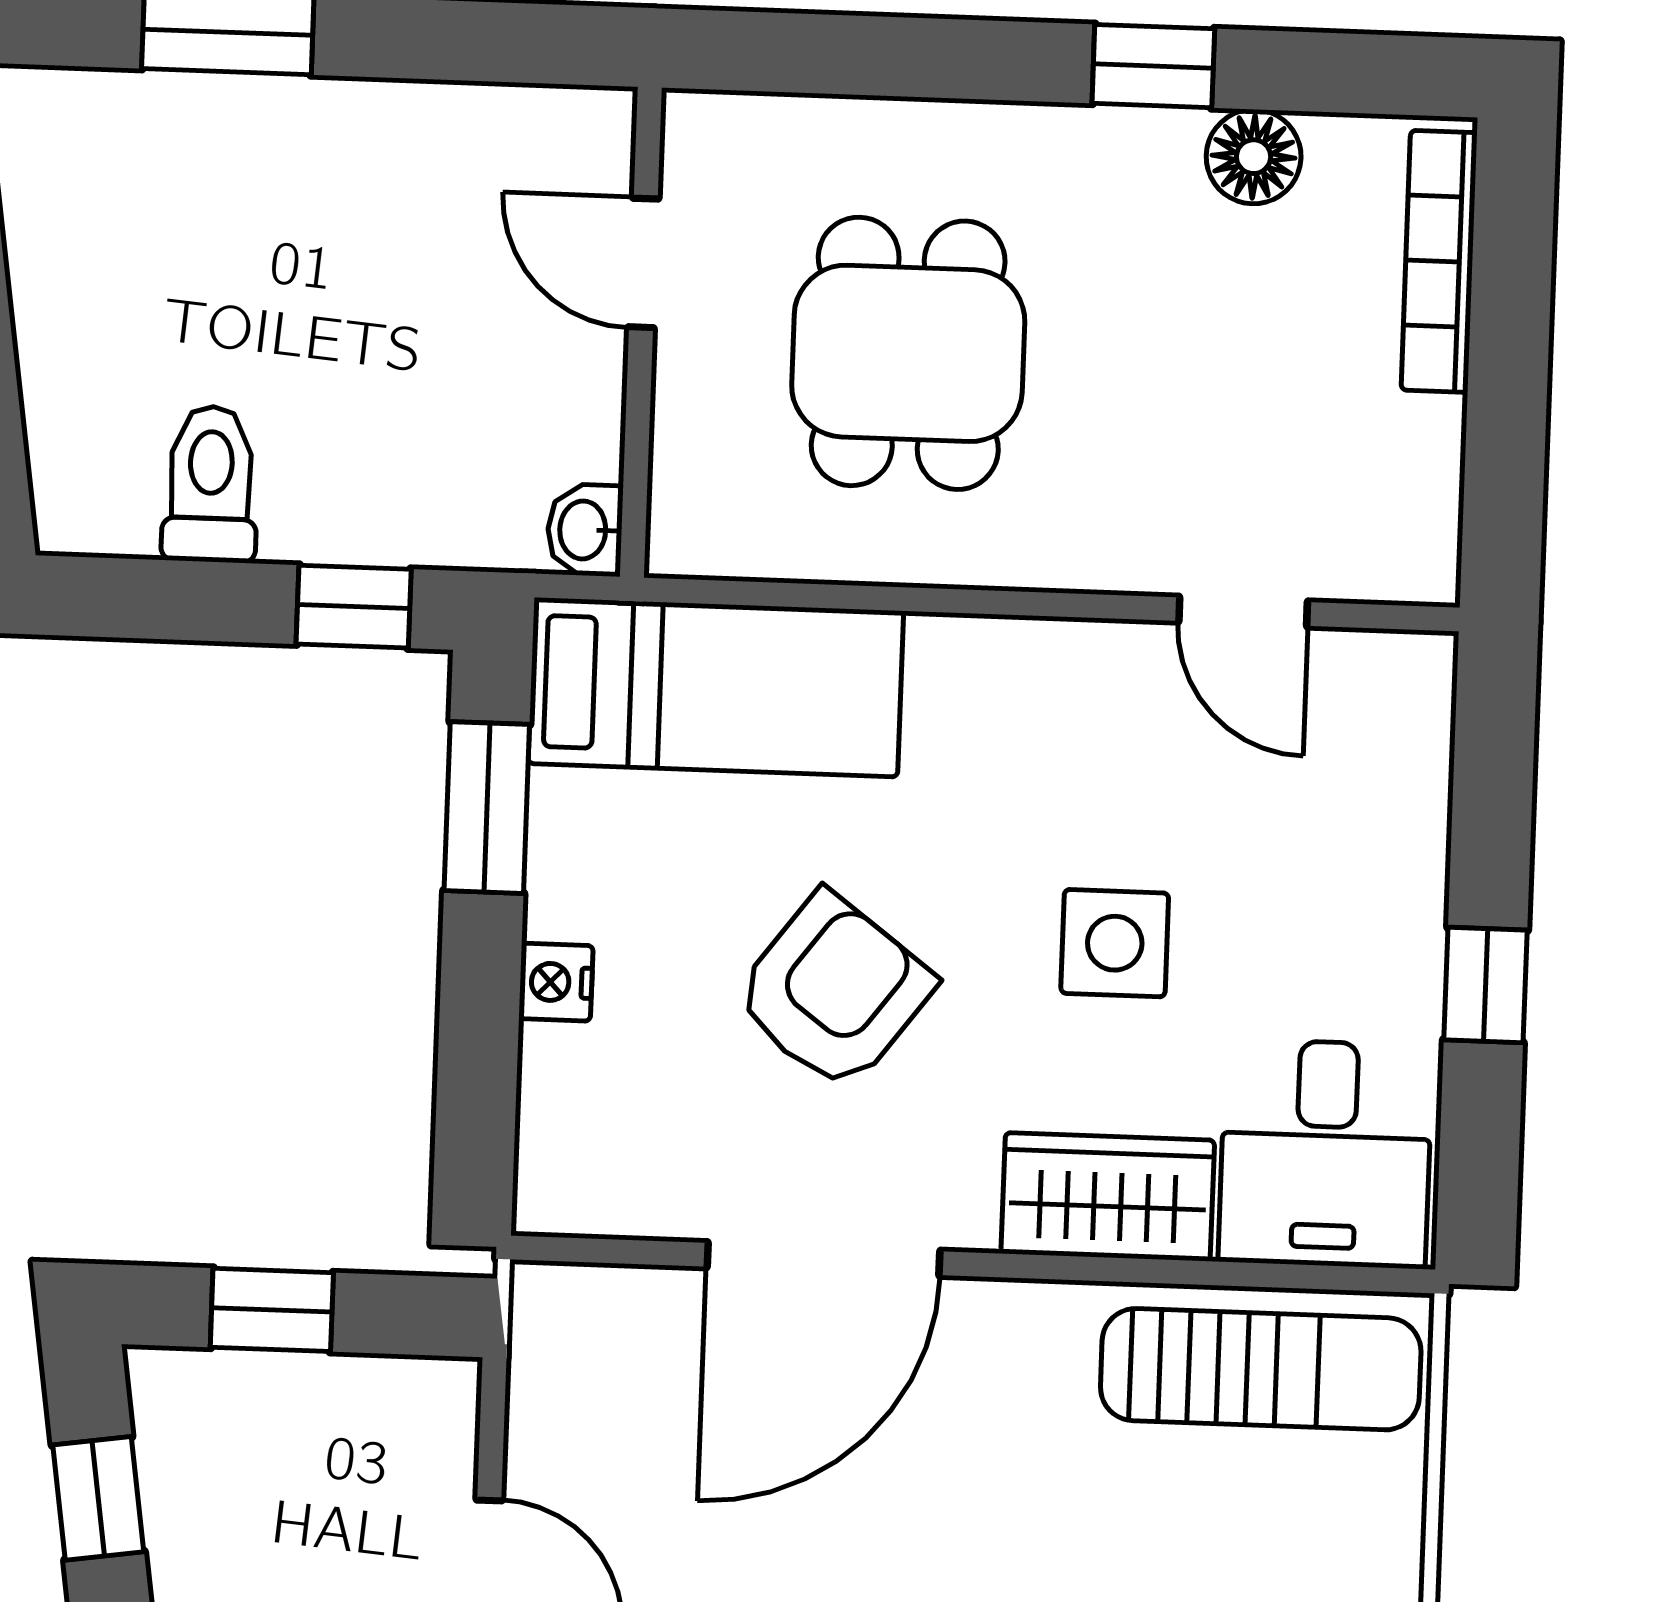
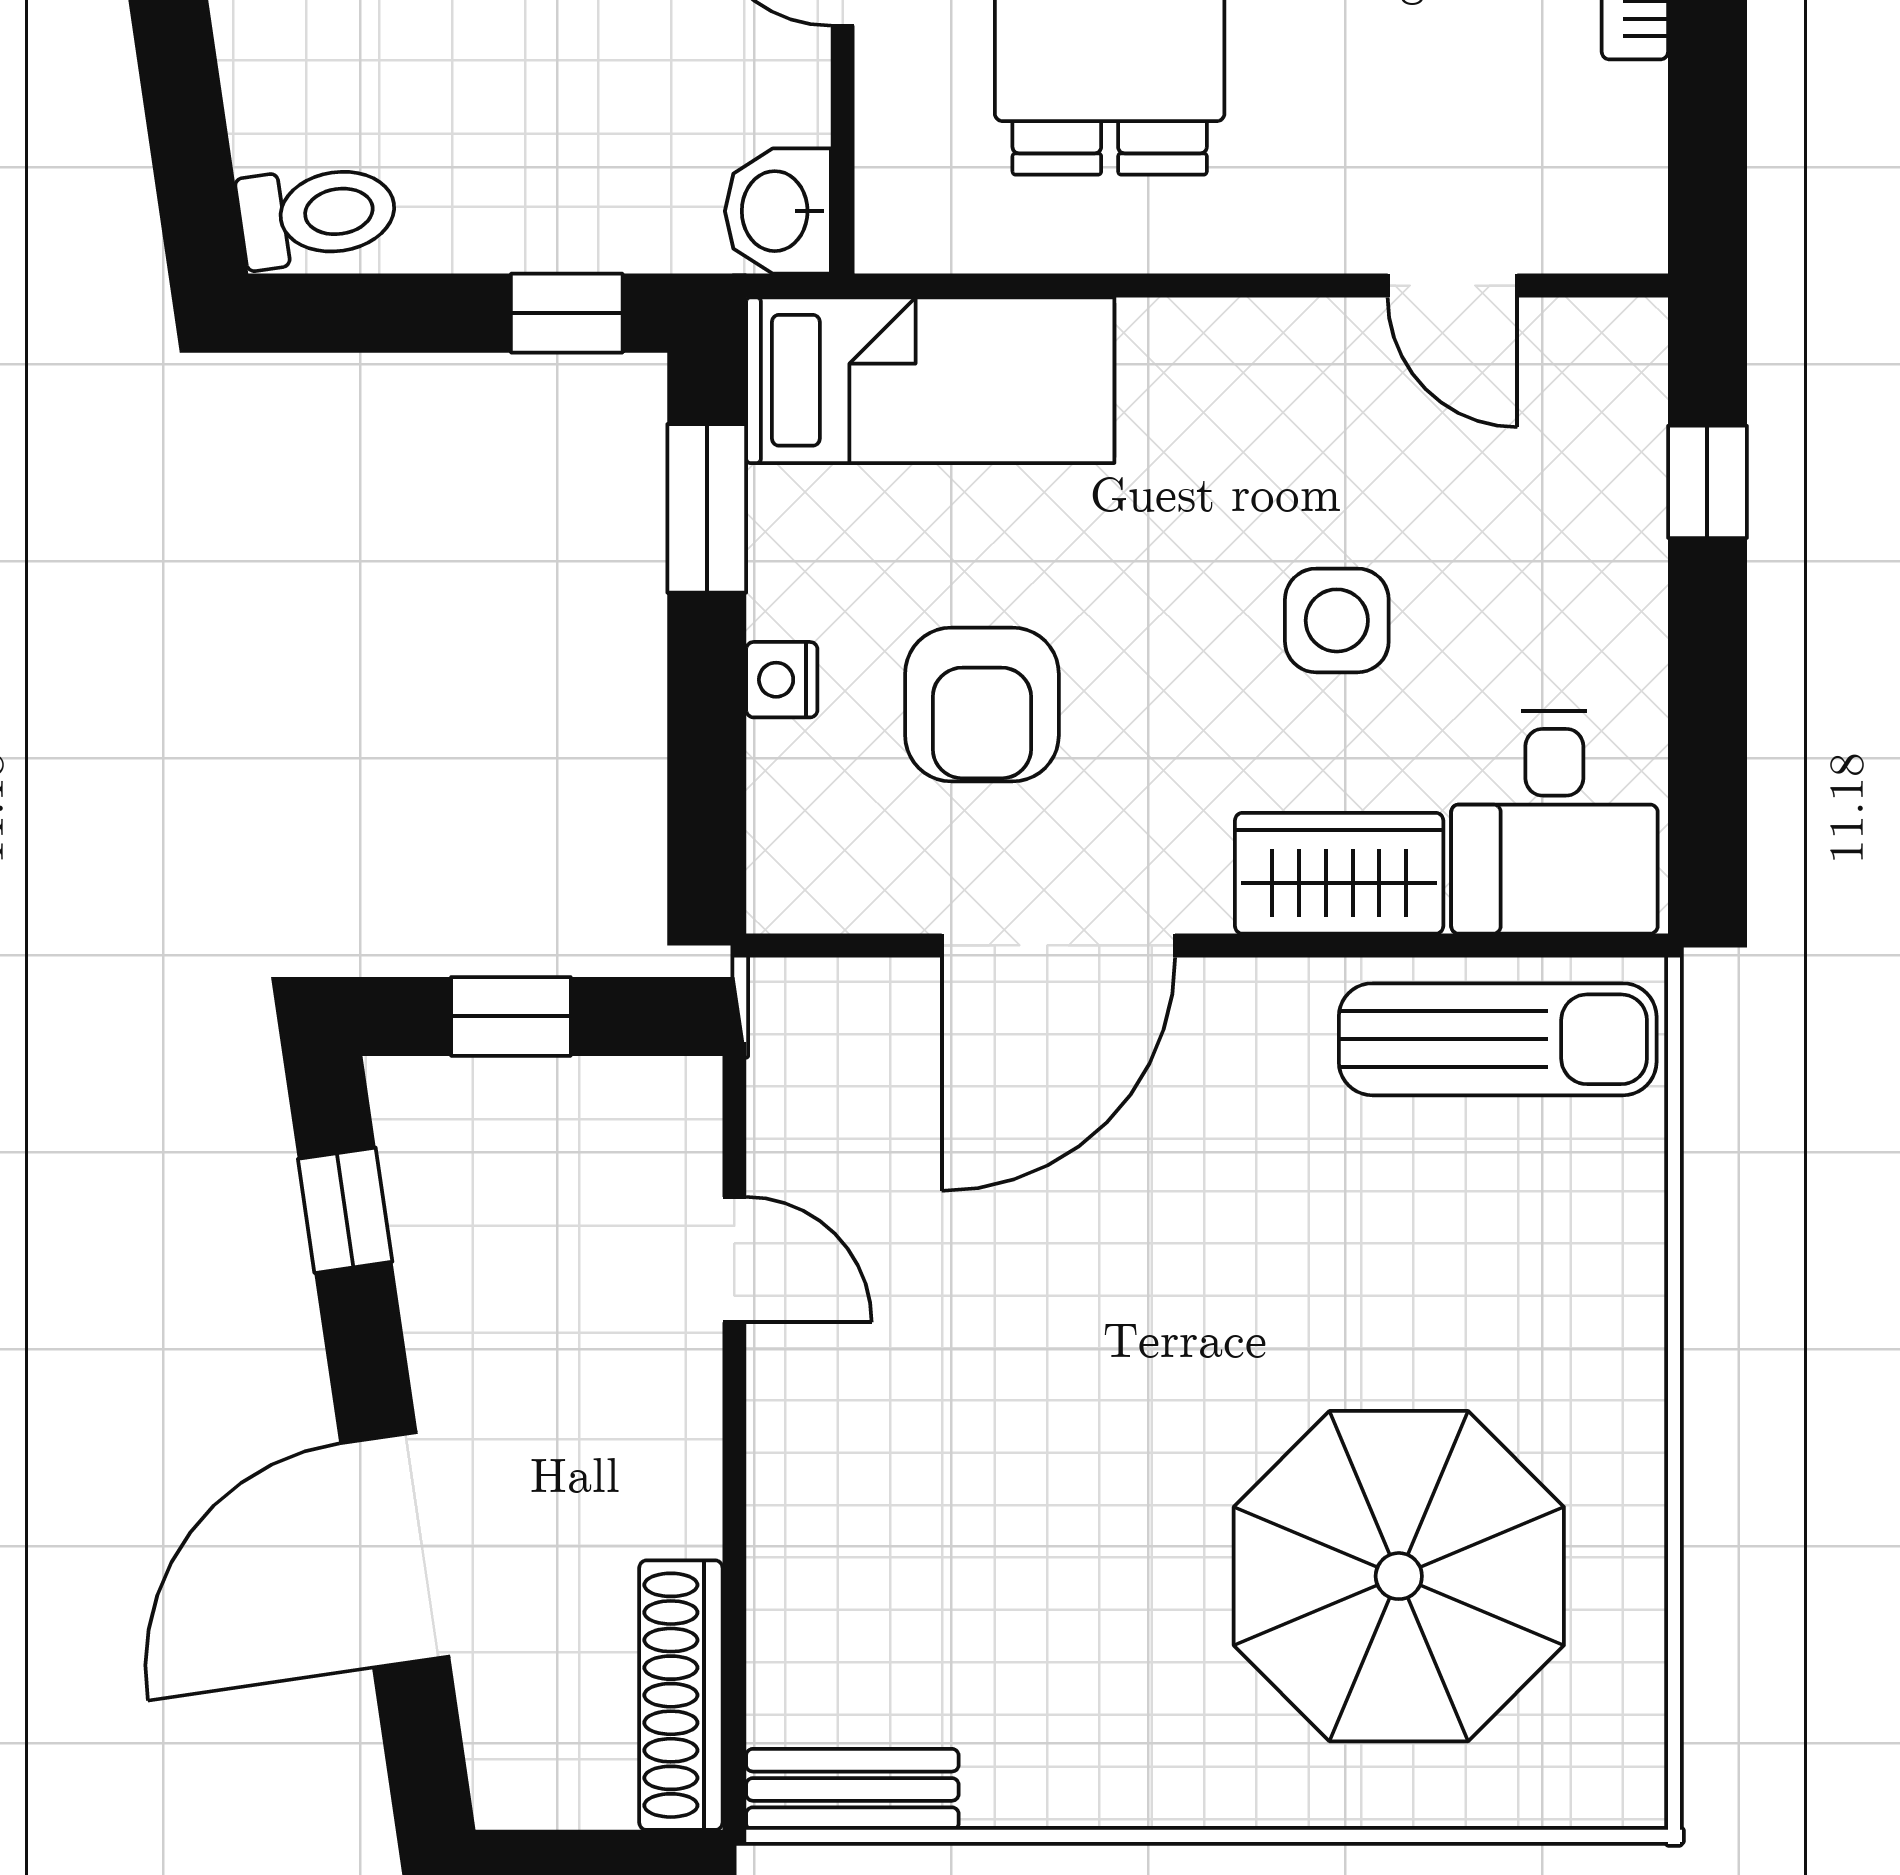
toilet: (211, 484) -> (317, 215), moved, turned 82
washbasin: (585, 530) -> (778, 211), width x1.38, depth x1.45
window: (1486, 985) -> (1707, 482), moved
armchair: (834, 991) -> (982, 705), moved, turned 143

